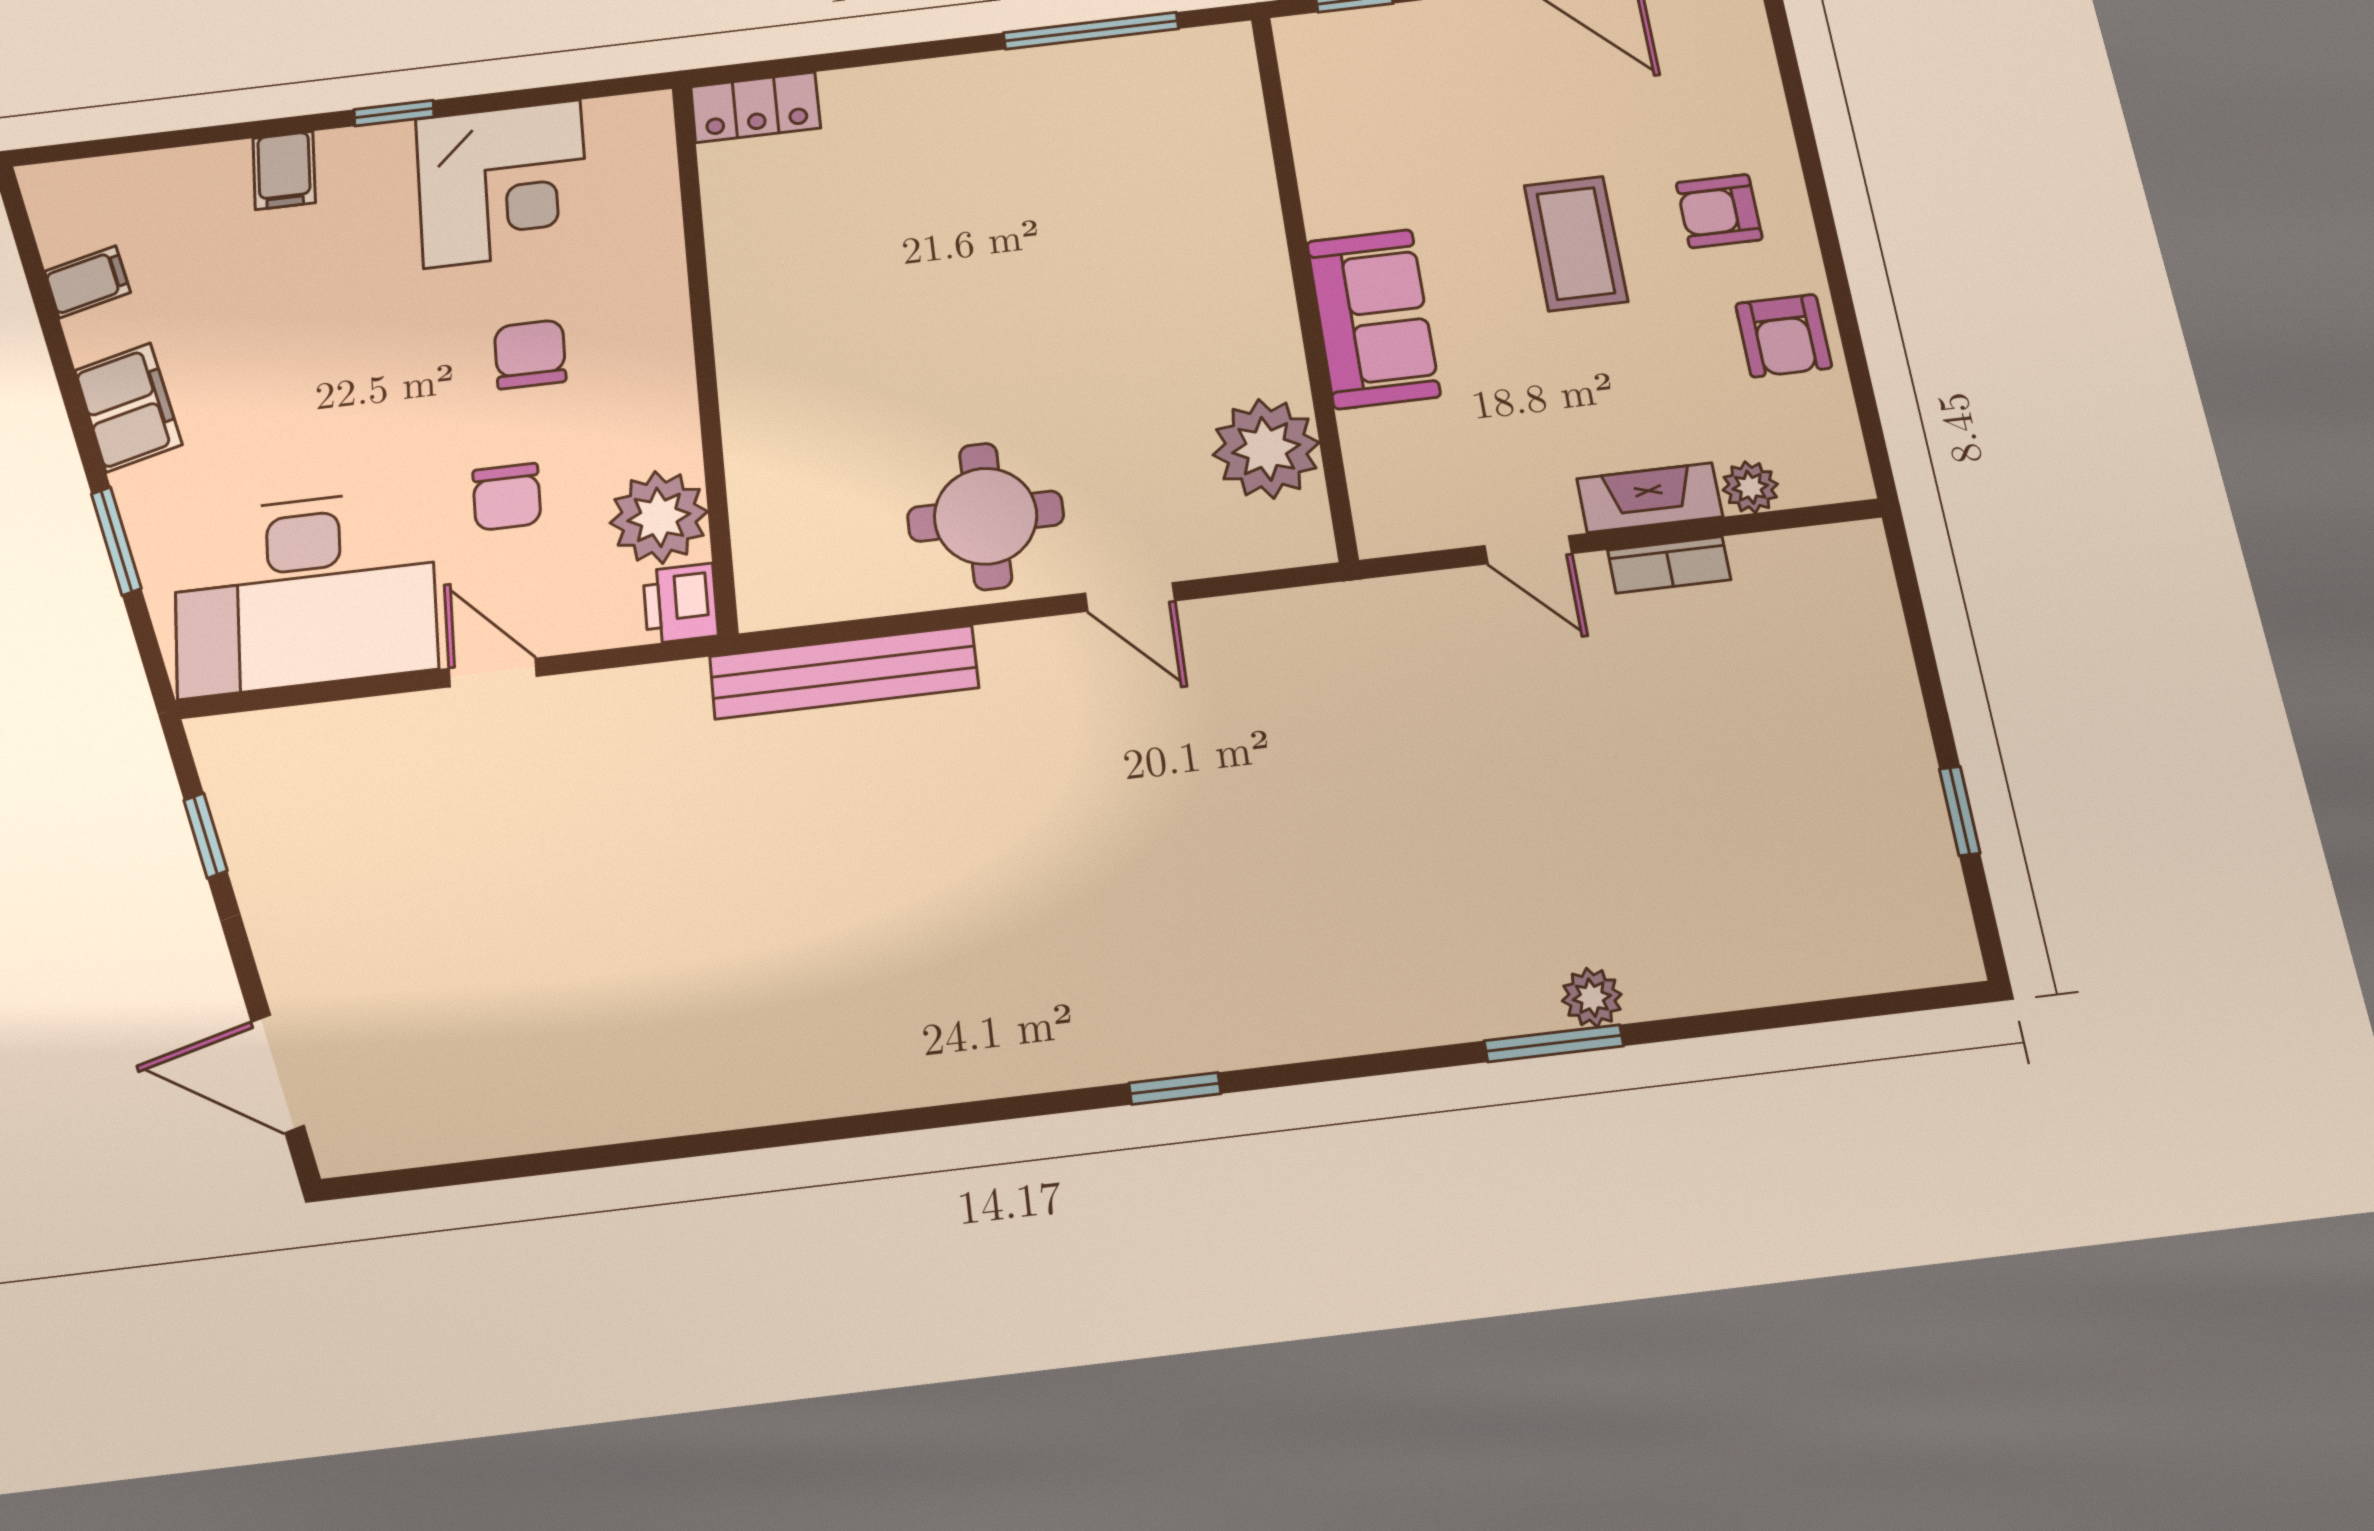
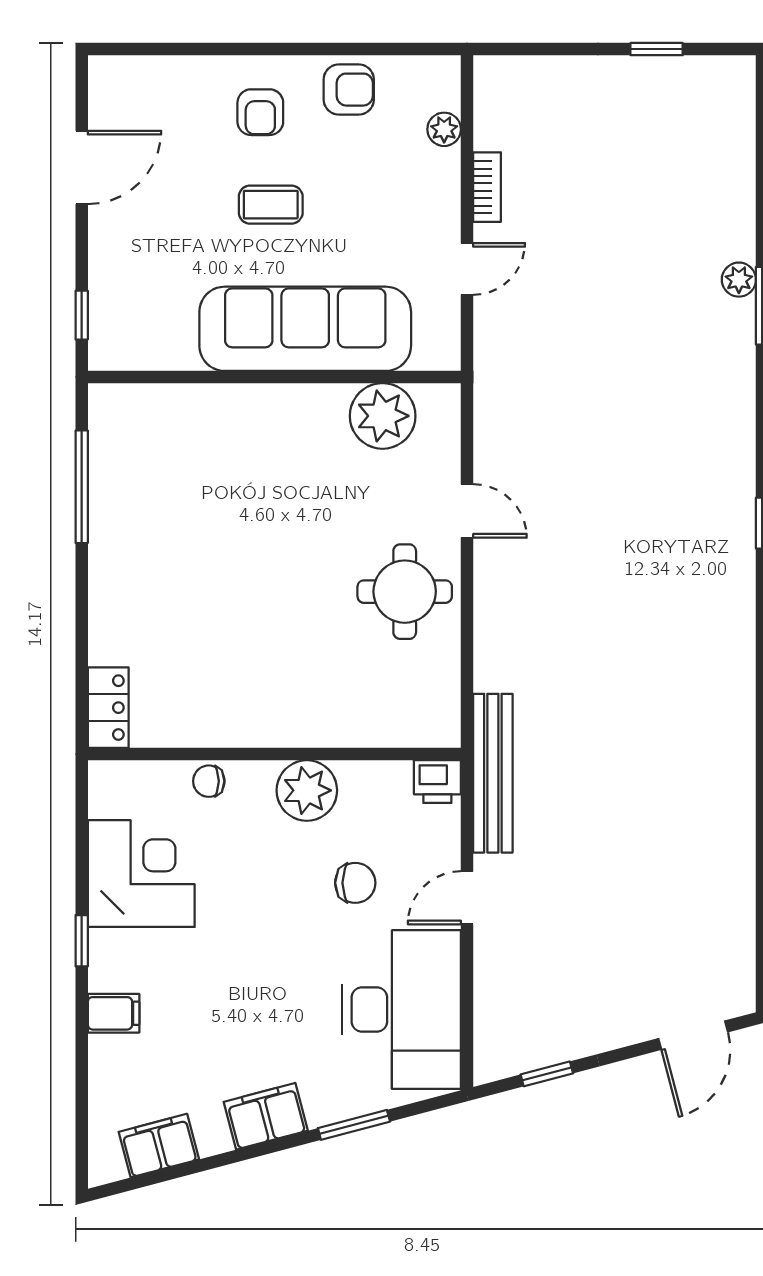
coffee table: (1576, 243) -> (271, 205), width x0.73, depth x0.77
filing cabinet: (88, 282) -> (159, 1146), width x2.00
sofa: (1373, 319) -> (305, 329), width x1.85, depth x1.27
chair: (530, 354) -> (209, 781), moved, width x0.73, depth x0.73
fireplace: (1650, 498) -> (443, 191), removed
plant: (659, 517) -> (307, 790), moved
door: (1130, 597) -> (467, 511), hinge flipped
bench: (844, 672) -> (493, 773), moved

